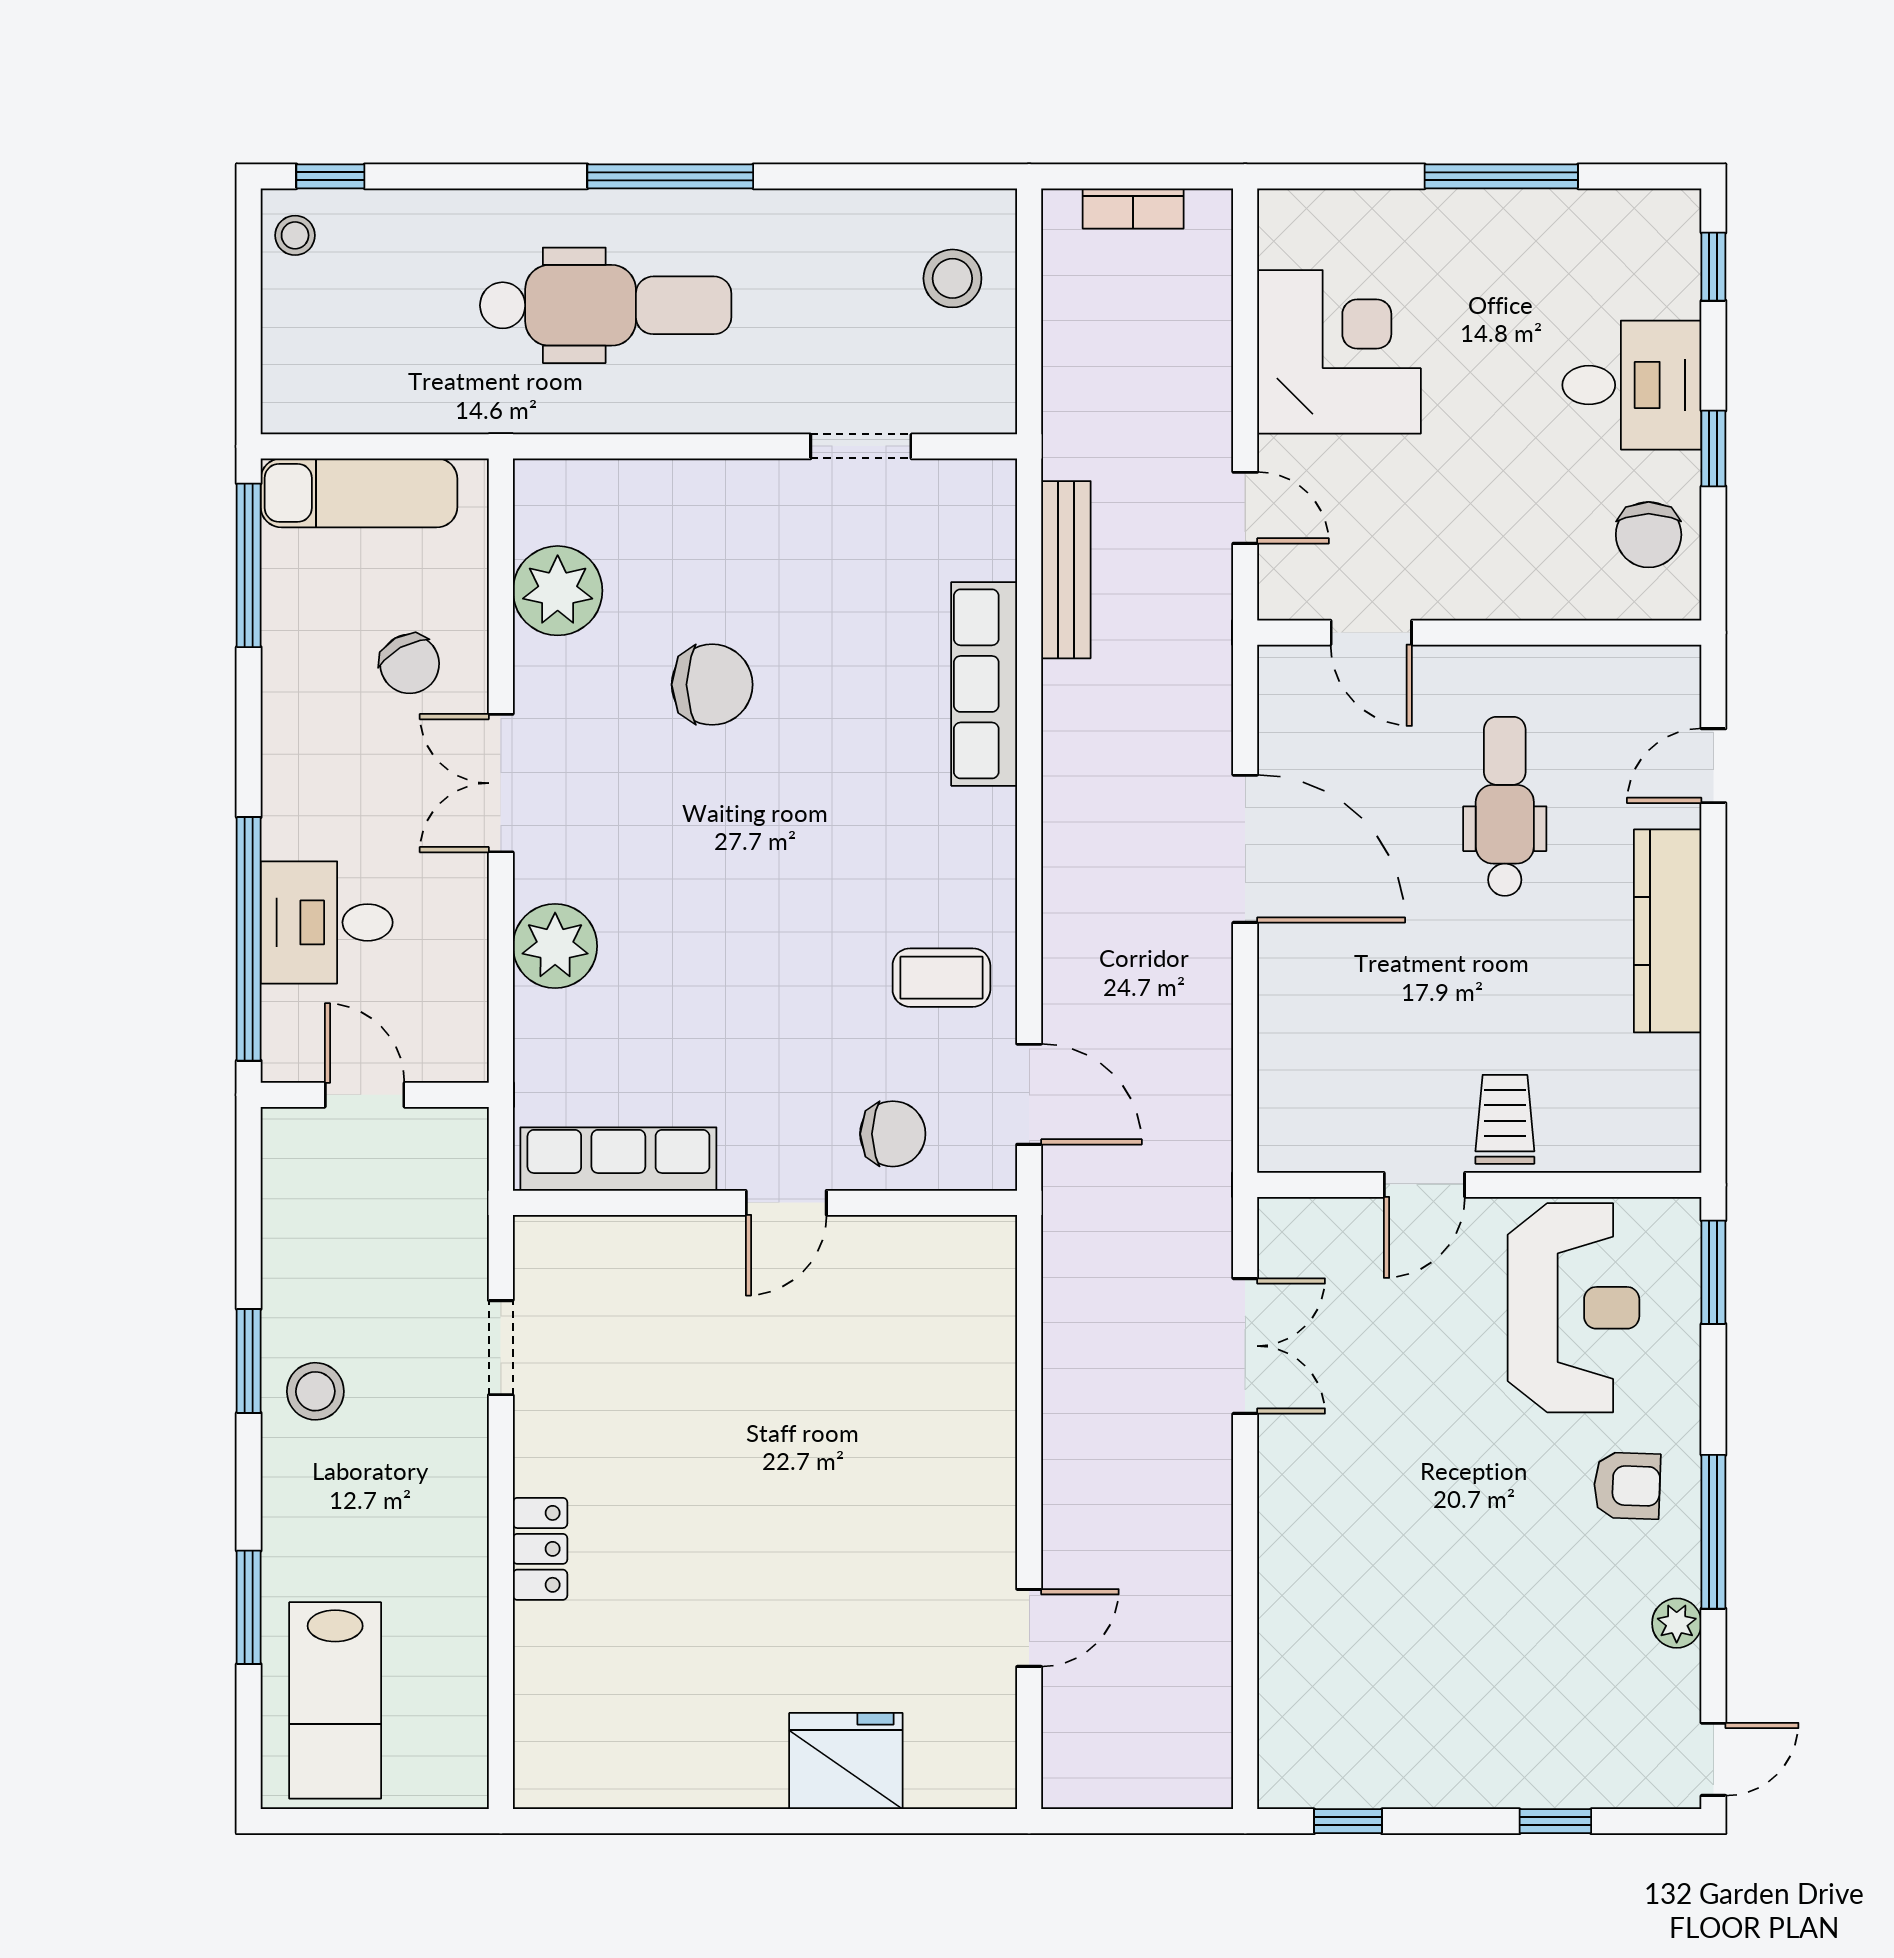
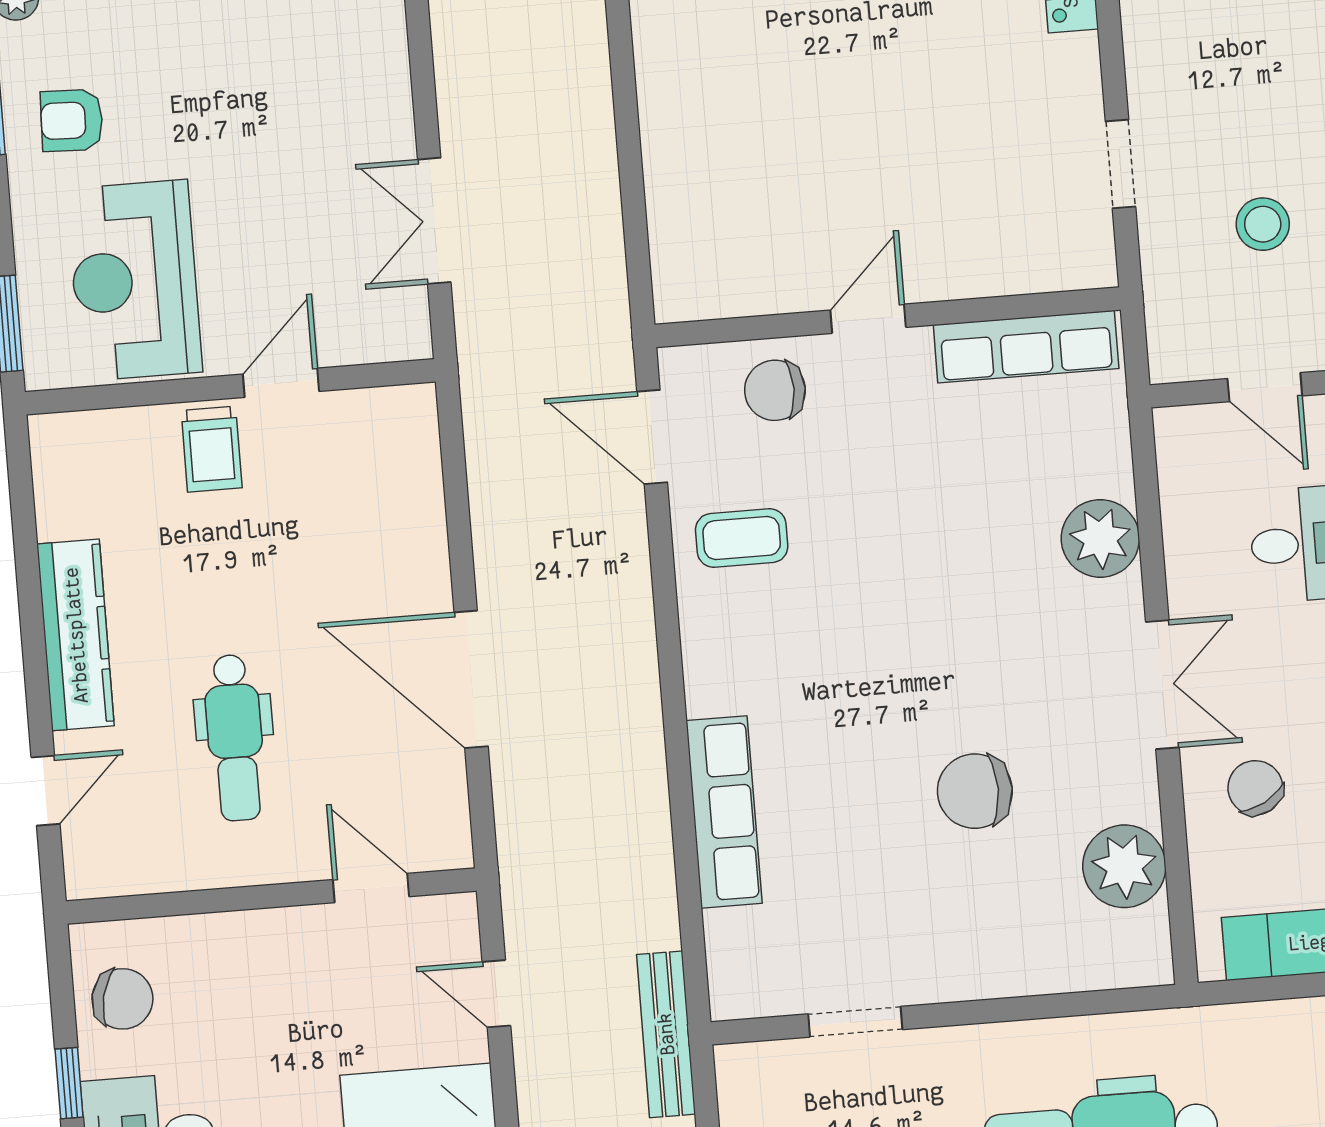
chair: (1649, 535) -> (122, 999), turned 103
bench: (1066, 570) -> (666, 1034), moved
stool: (315, 1391) -> (1263, 224), moved

